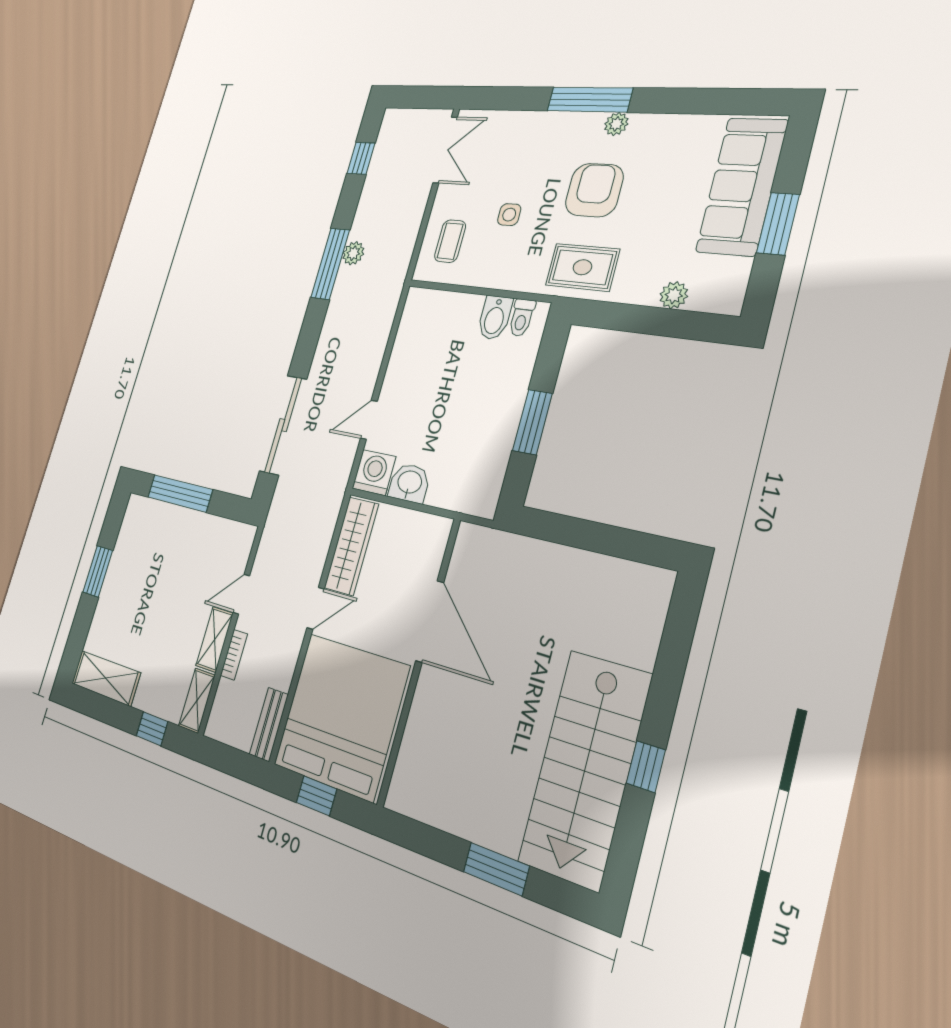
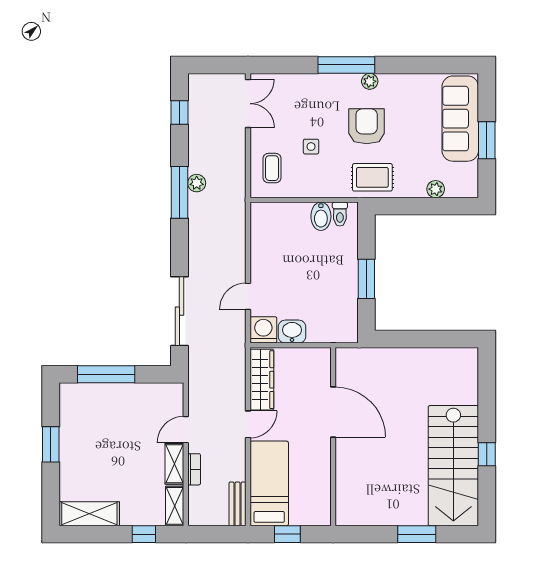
bed: (341, 716) -> (269, 483), width x0.49

